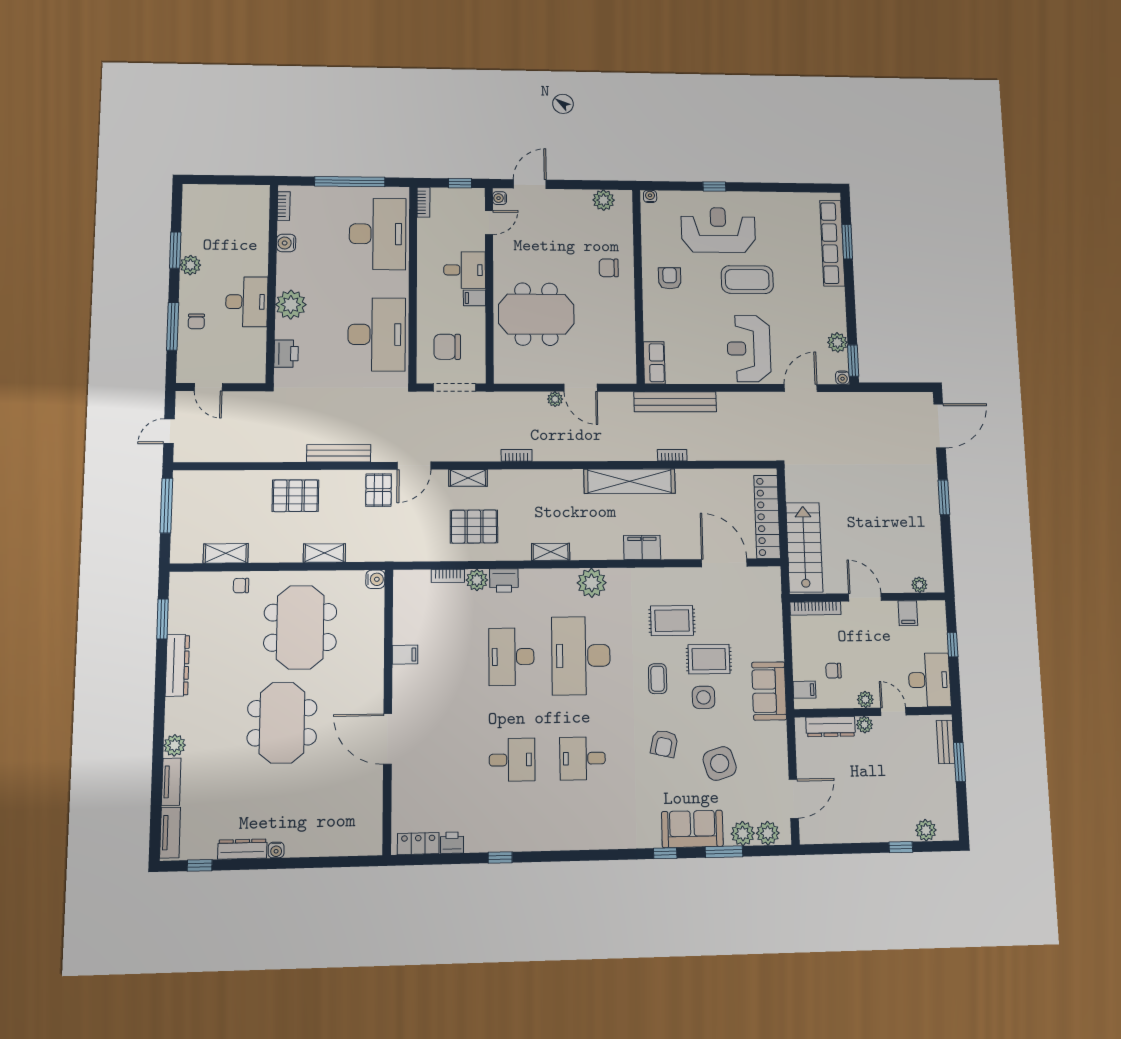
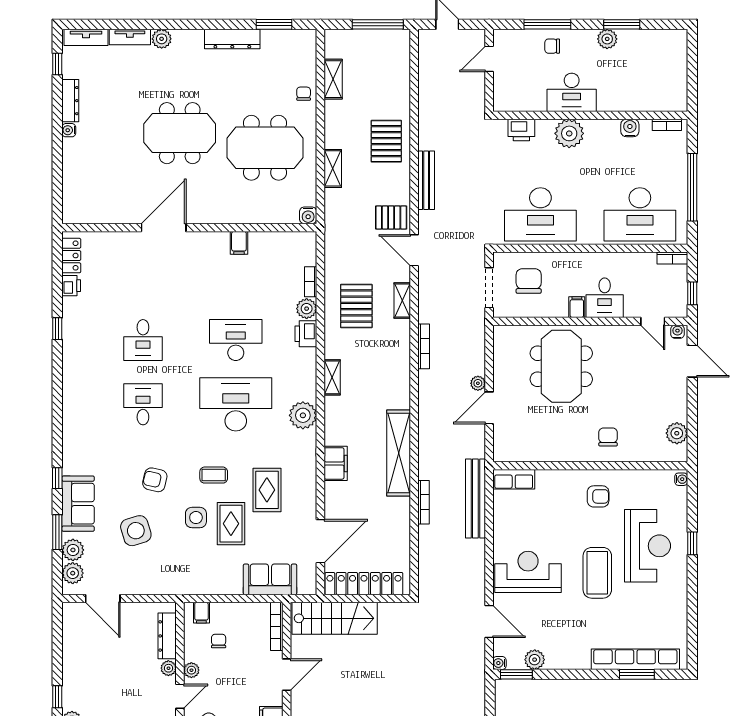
bookcase: (517, 455) -> (424, 346), width x1.56
bookcase: (672, 455) -> (423, 502), width x1.56
sofa: (769, 691) -> (270, 579), moved

